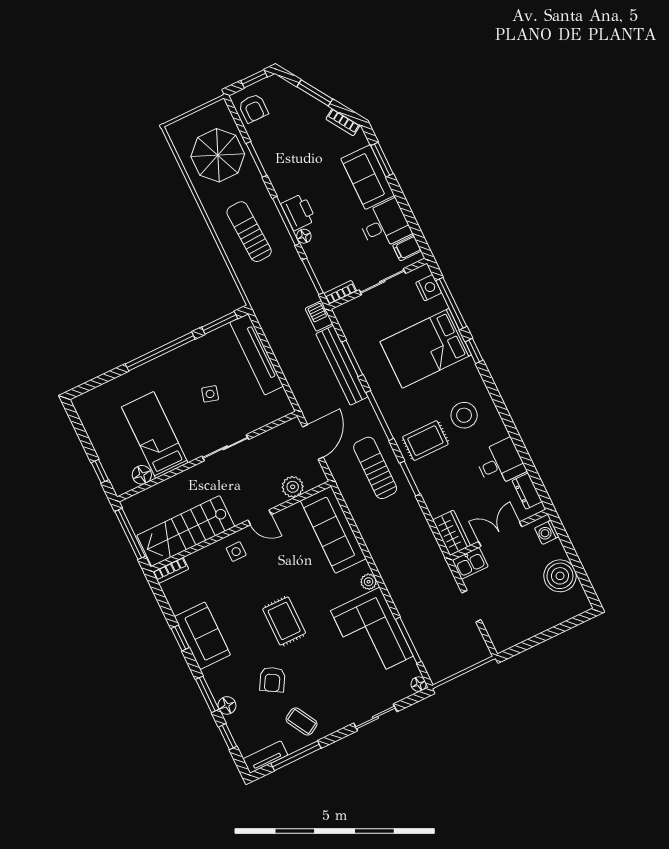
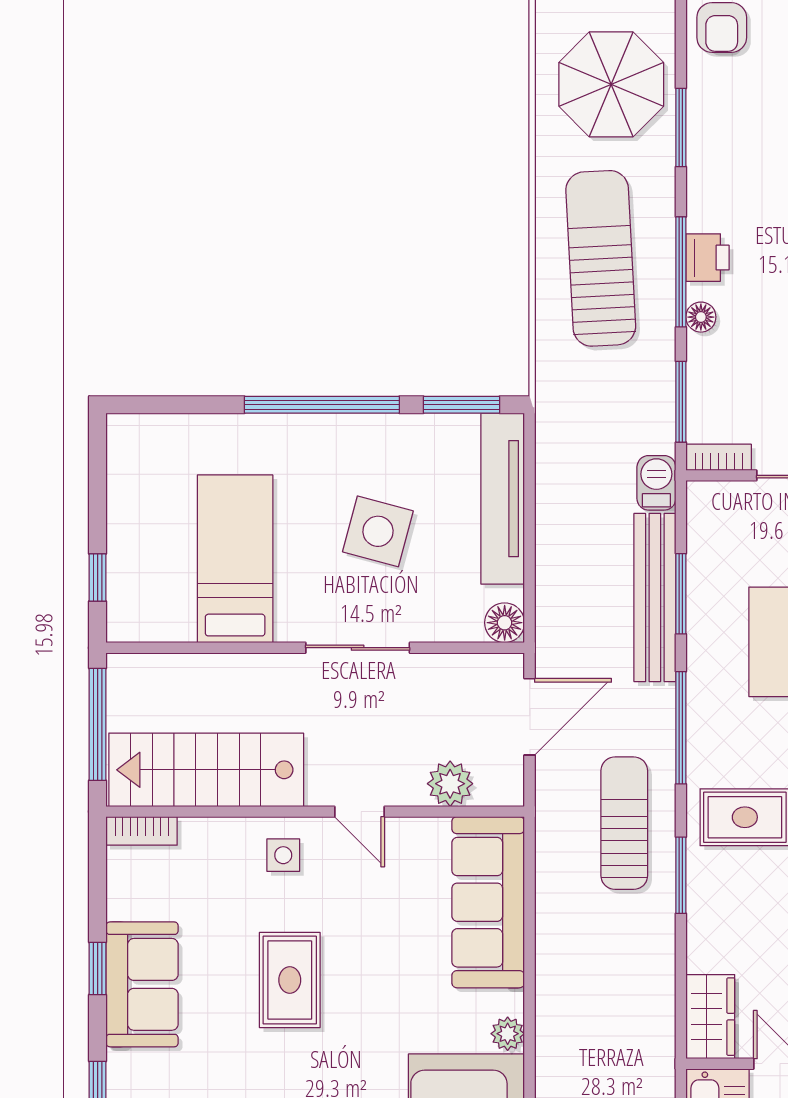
printer: (298, 212) -> (707, 258), width x0.73, depth x0.81
sun lounger: (249, 232) -> (601, 258), width x1.36, depth x1.34
side table: (210, 394) -> (378, 531), width x1.87, depth x1.87
floor lamp: (142, 475) -> (505, 623), moved
rug: (284, 621) -> (290, 980), moved

